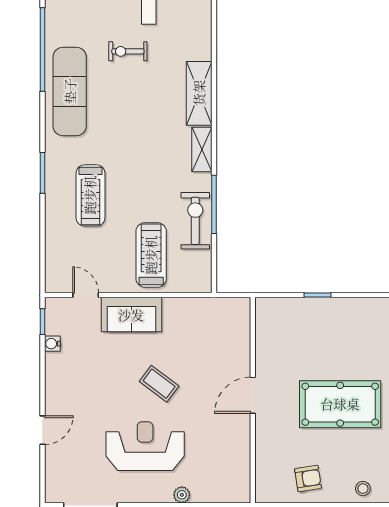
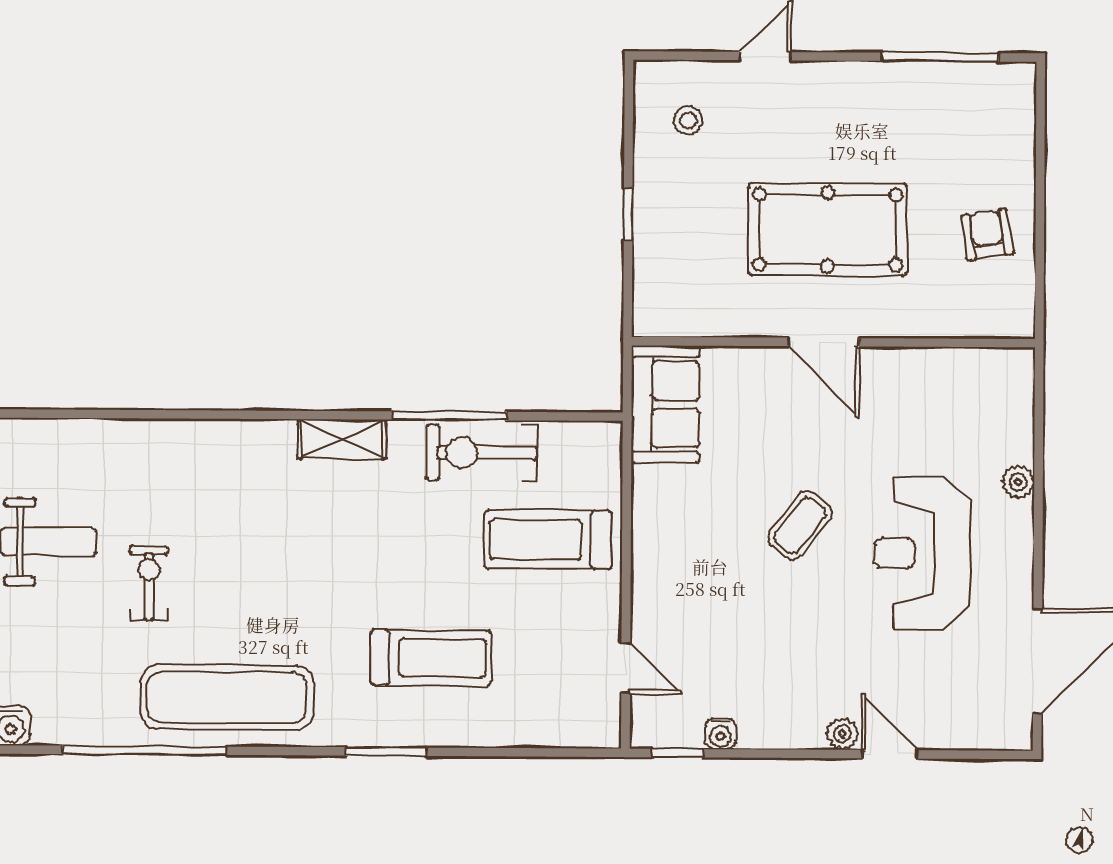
exercise bike: (128, 51) -> (149, 583), turned 180
shelving: (199, 93) -> (232, 444), removed
door: (86, 295) -> (626, 668), swing flipped
sofa: (131, 315) -> (665, 404), moved
pool table: (340, 404) -> (828, 230), moved, turned 90
plant: (53, 406) -> (842, 734), added
stool: (363, 489) -> (688, 120), moved

